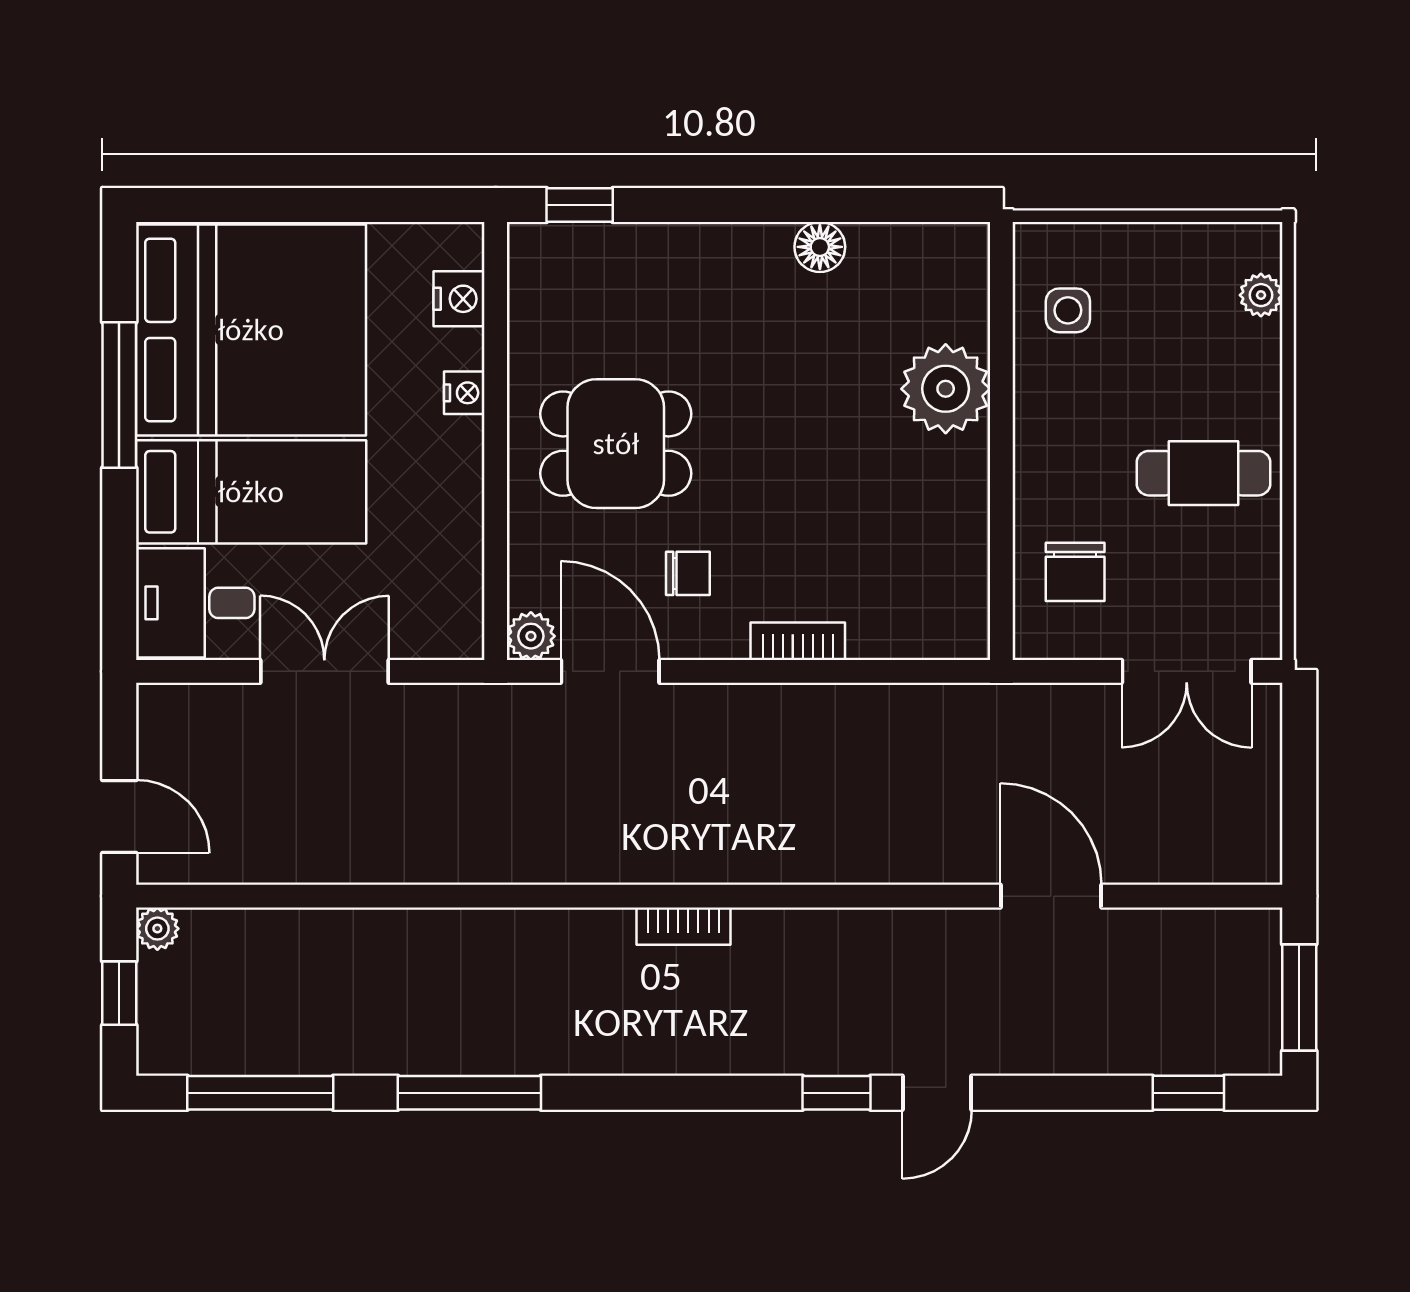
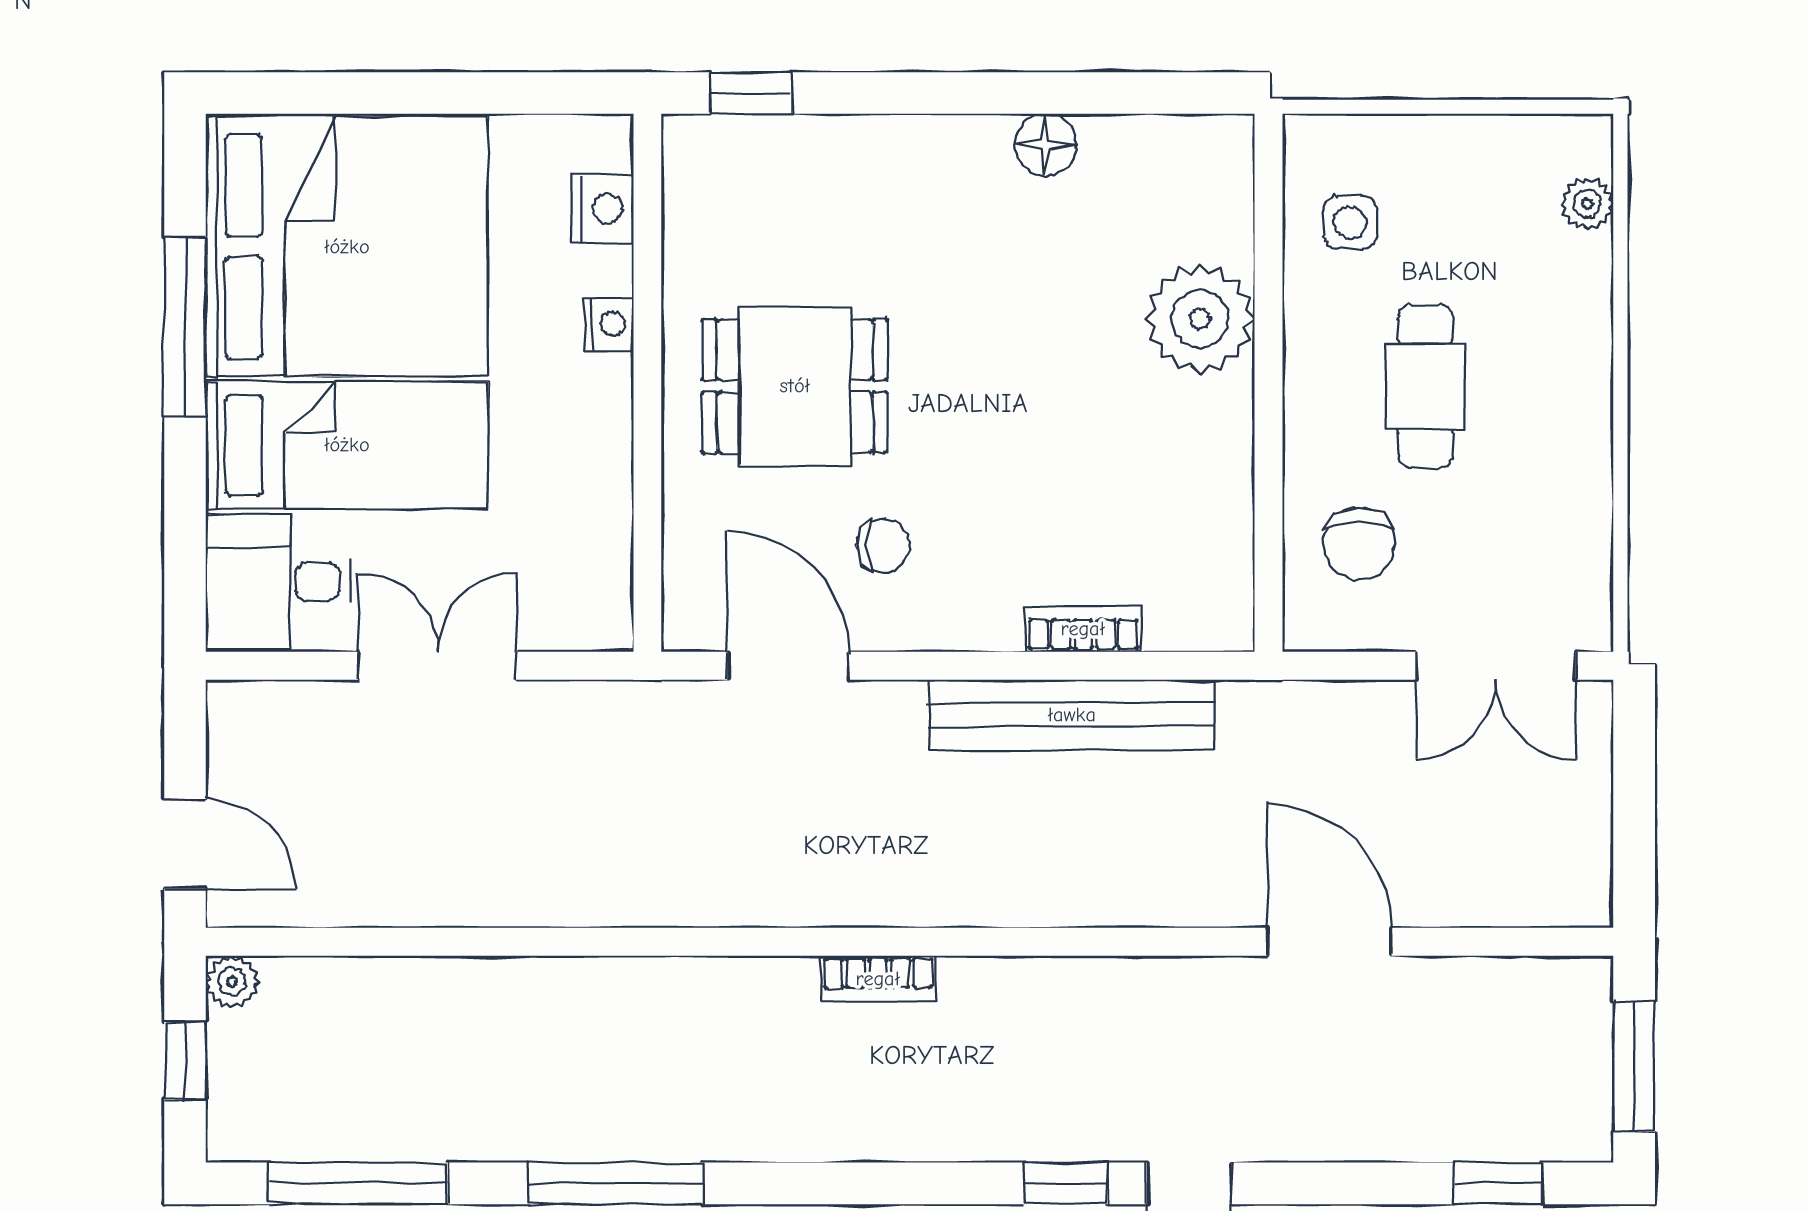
cafe table: (1203, 473) -> (1425, 386), moved, turned 90
plant: (531, 636) -> (691, 623), removed
bookcase: (798, 641) -> (1083, 629), moved
bench: (841, 711) -> (1072, 715), added

